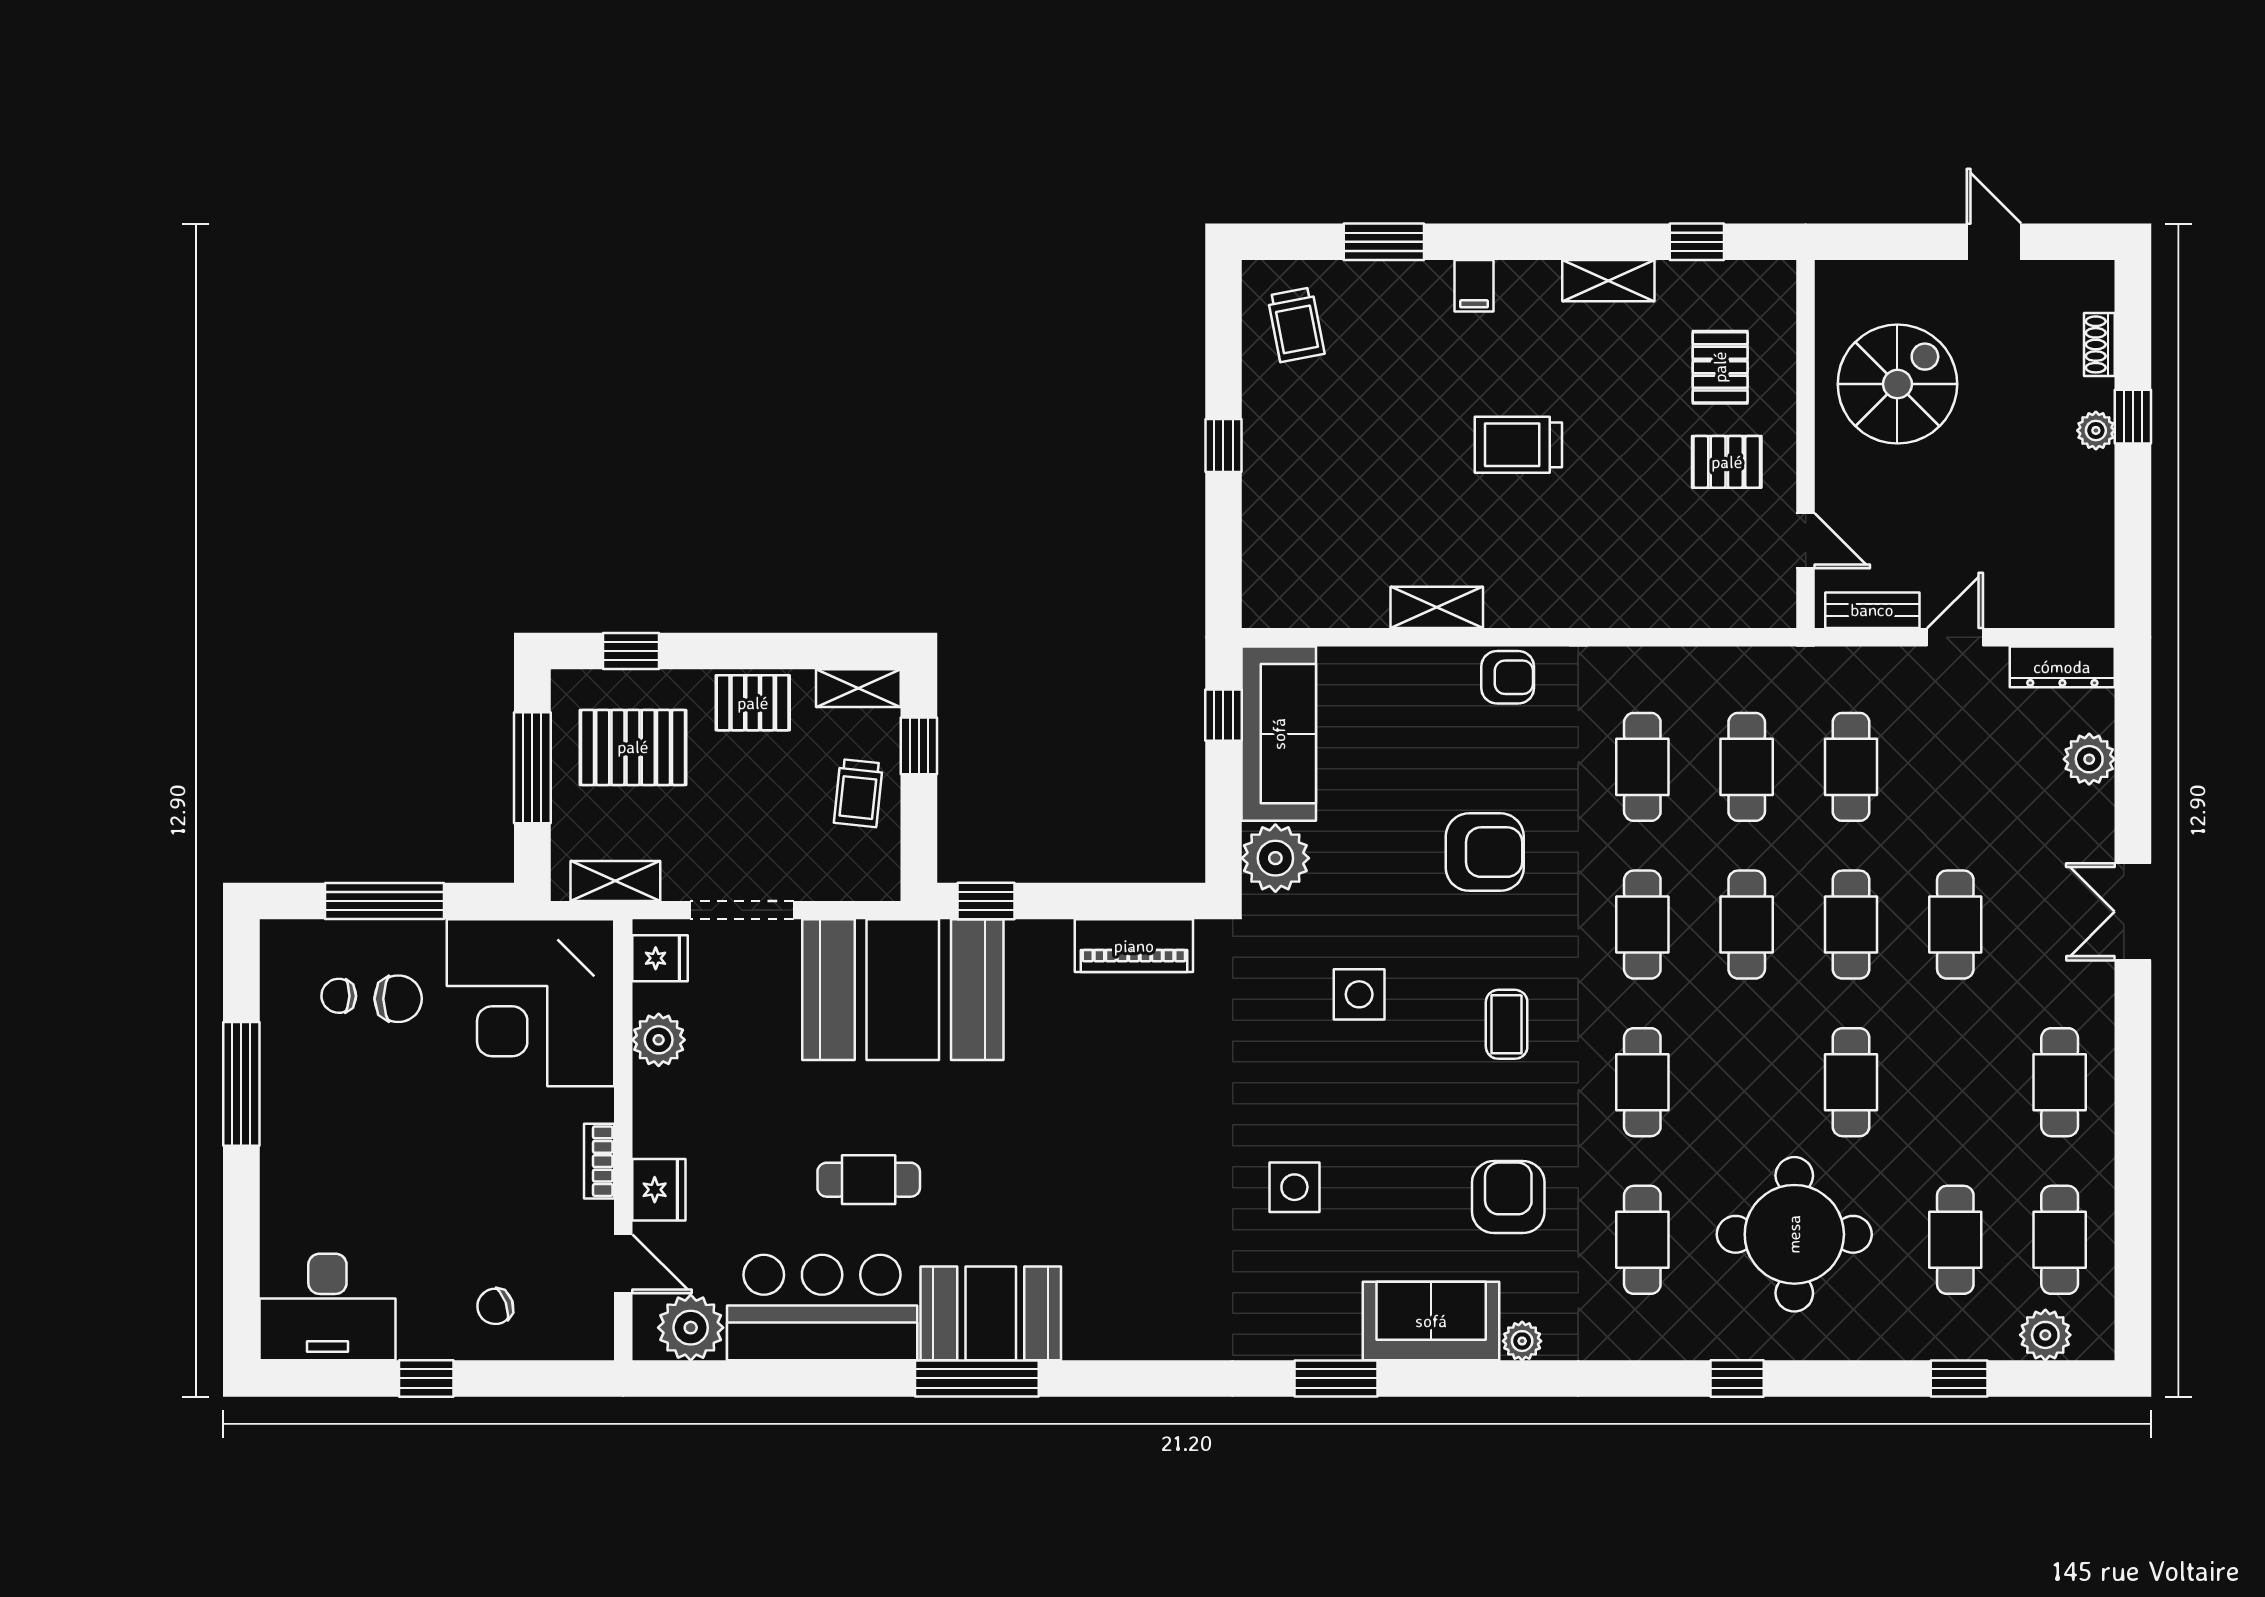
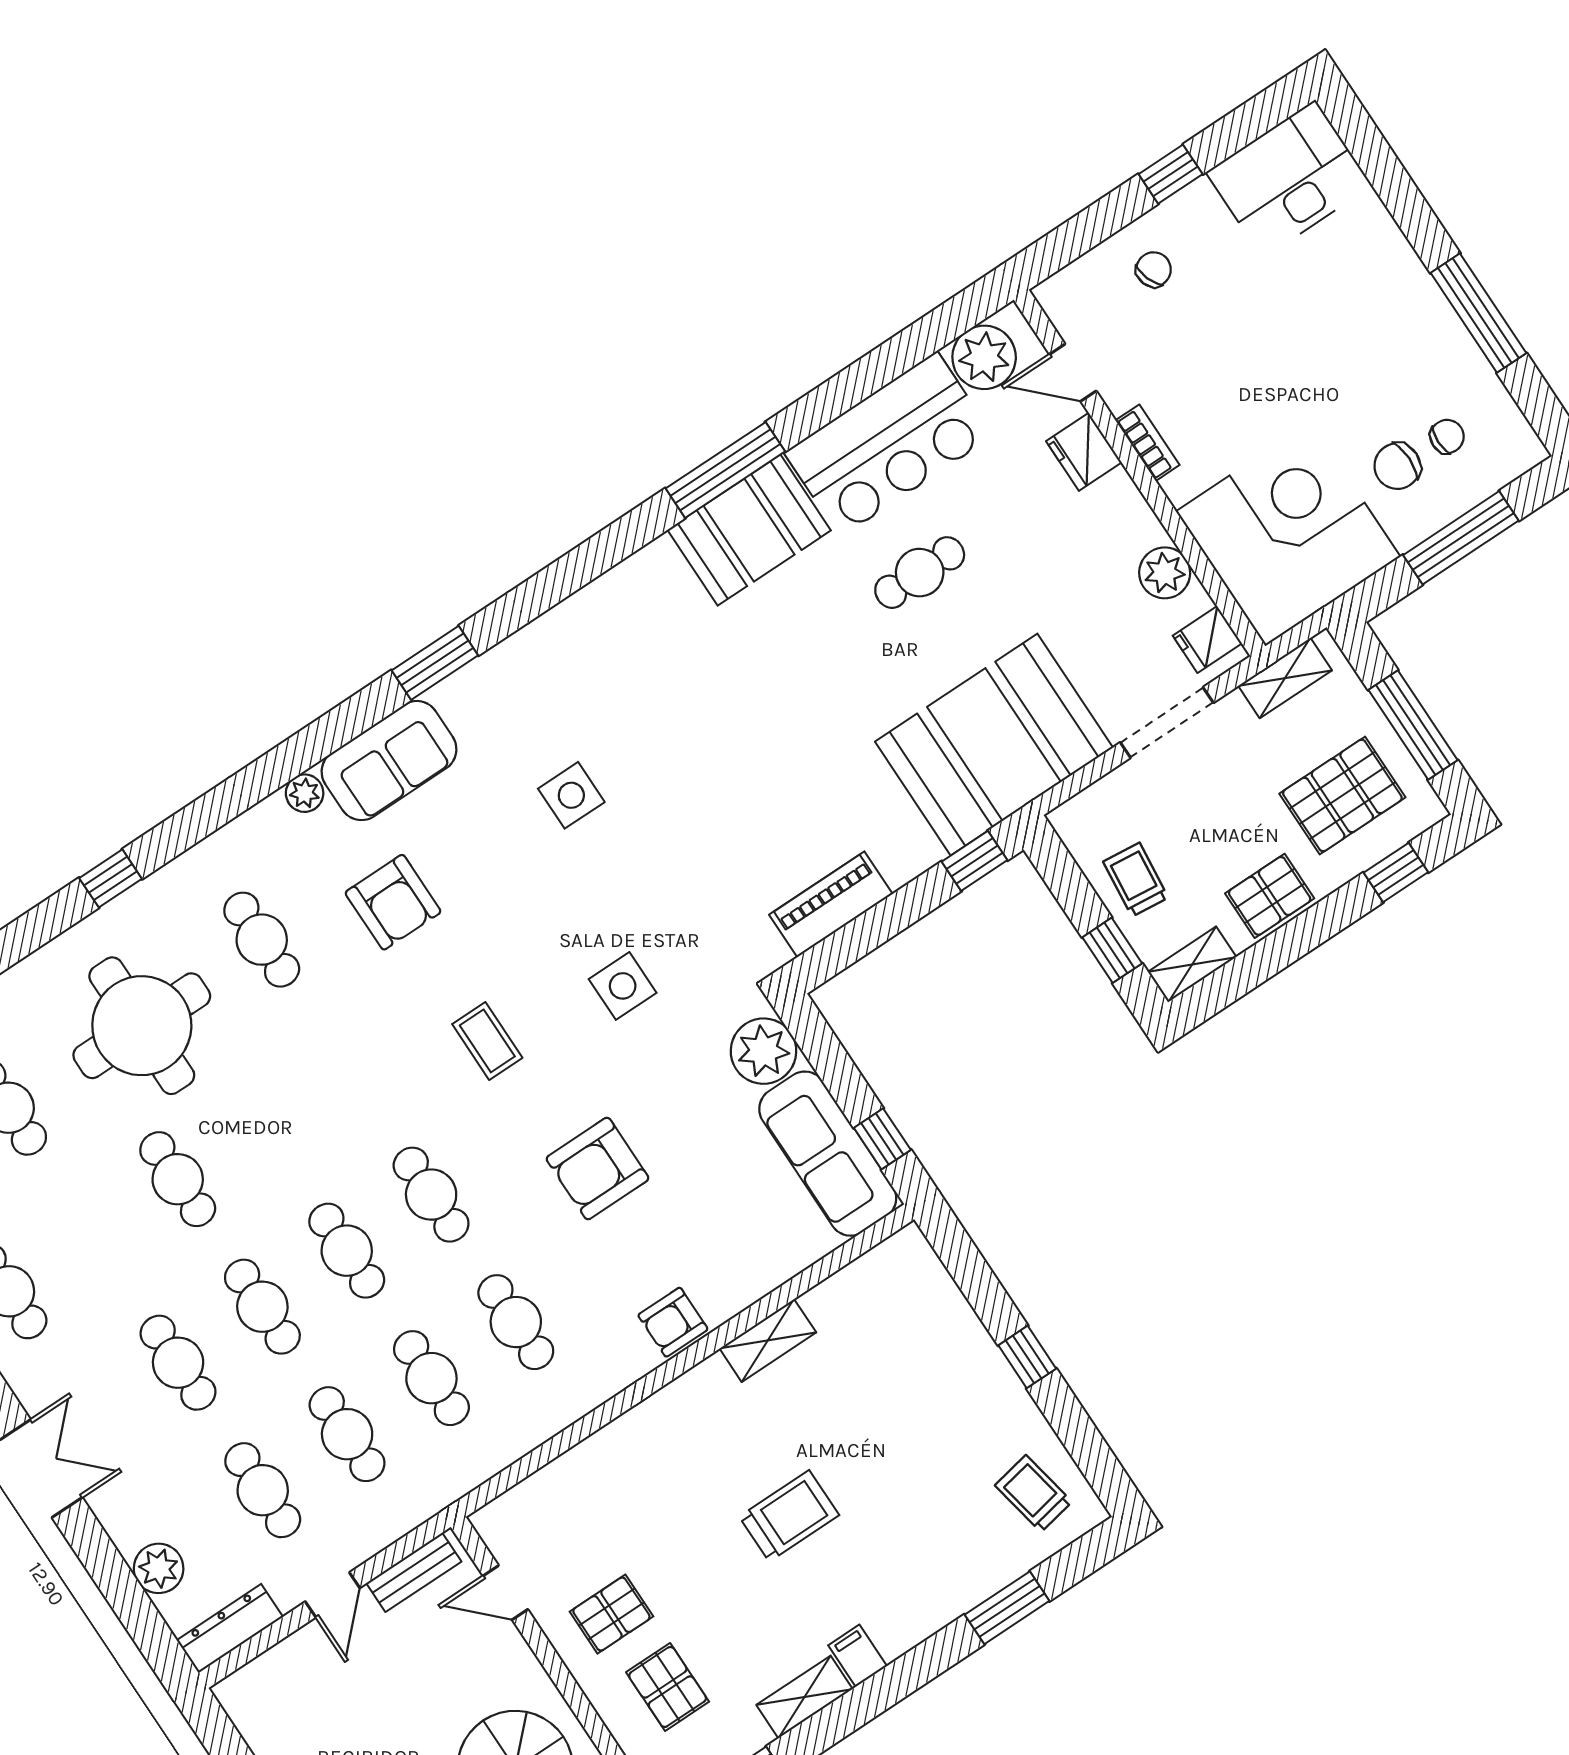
filing cabinet: (1474, 286) -> (858, 1656), moved
cafe table: (1642, 1082) -> (263, 1490), moved

